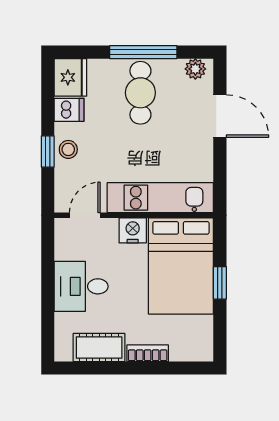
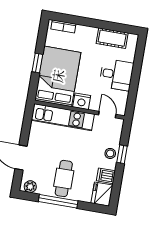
door: (85, 215) -> (107, 115), swing flipped
bookcase: (148, 353) -> (63, 26), moved

